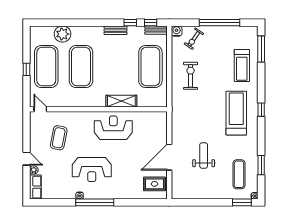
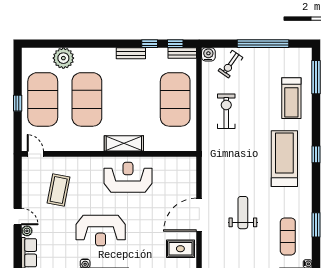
shelving: (121, 101) -> (124, 143), moved

